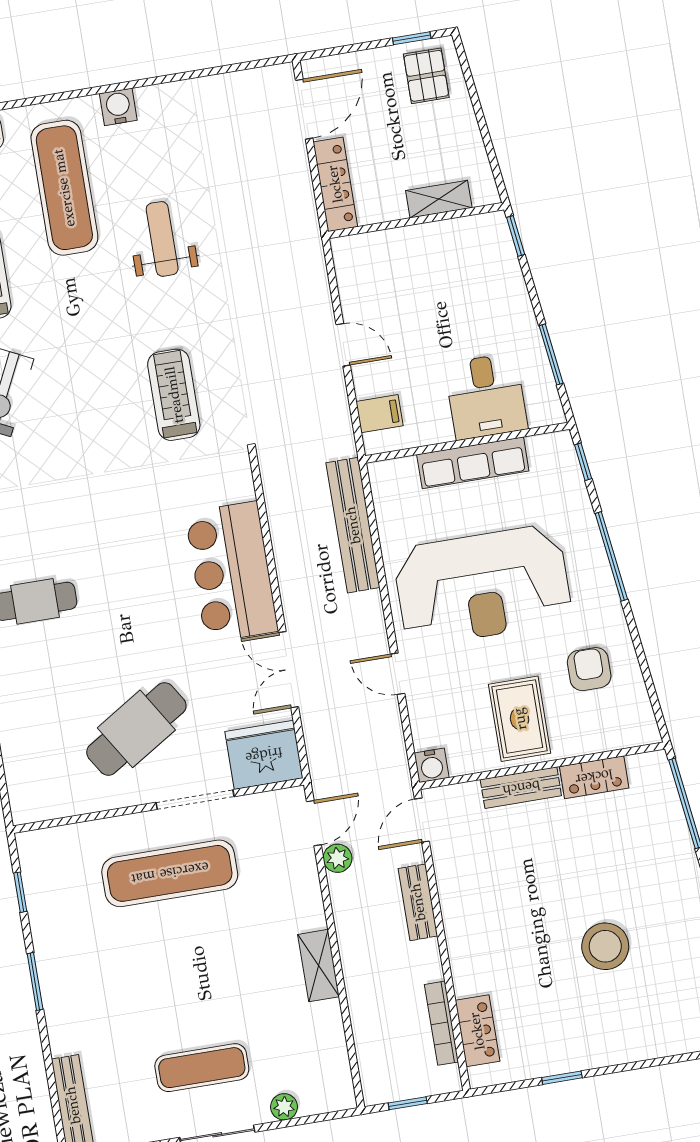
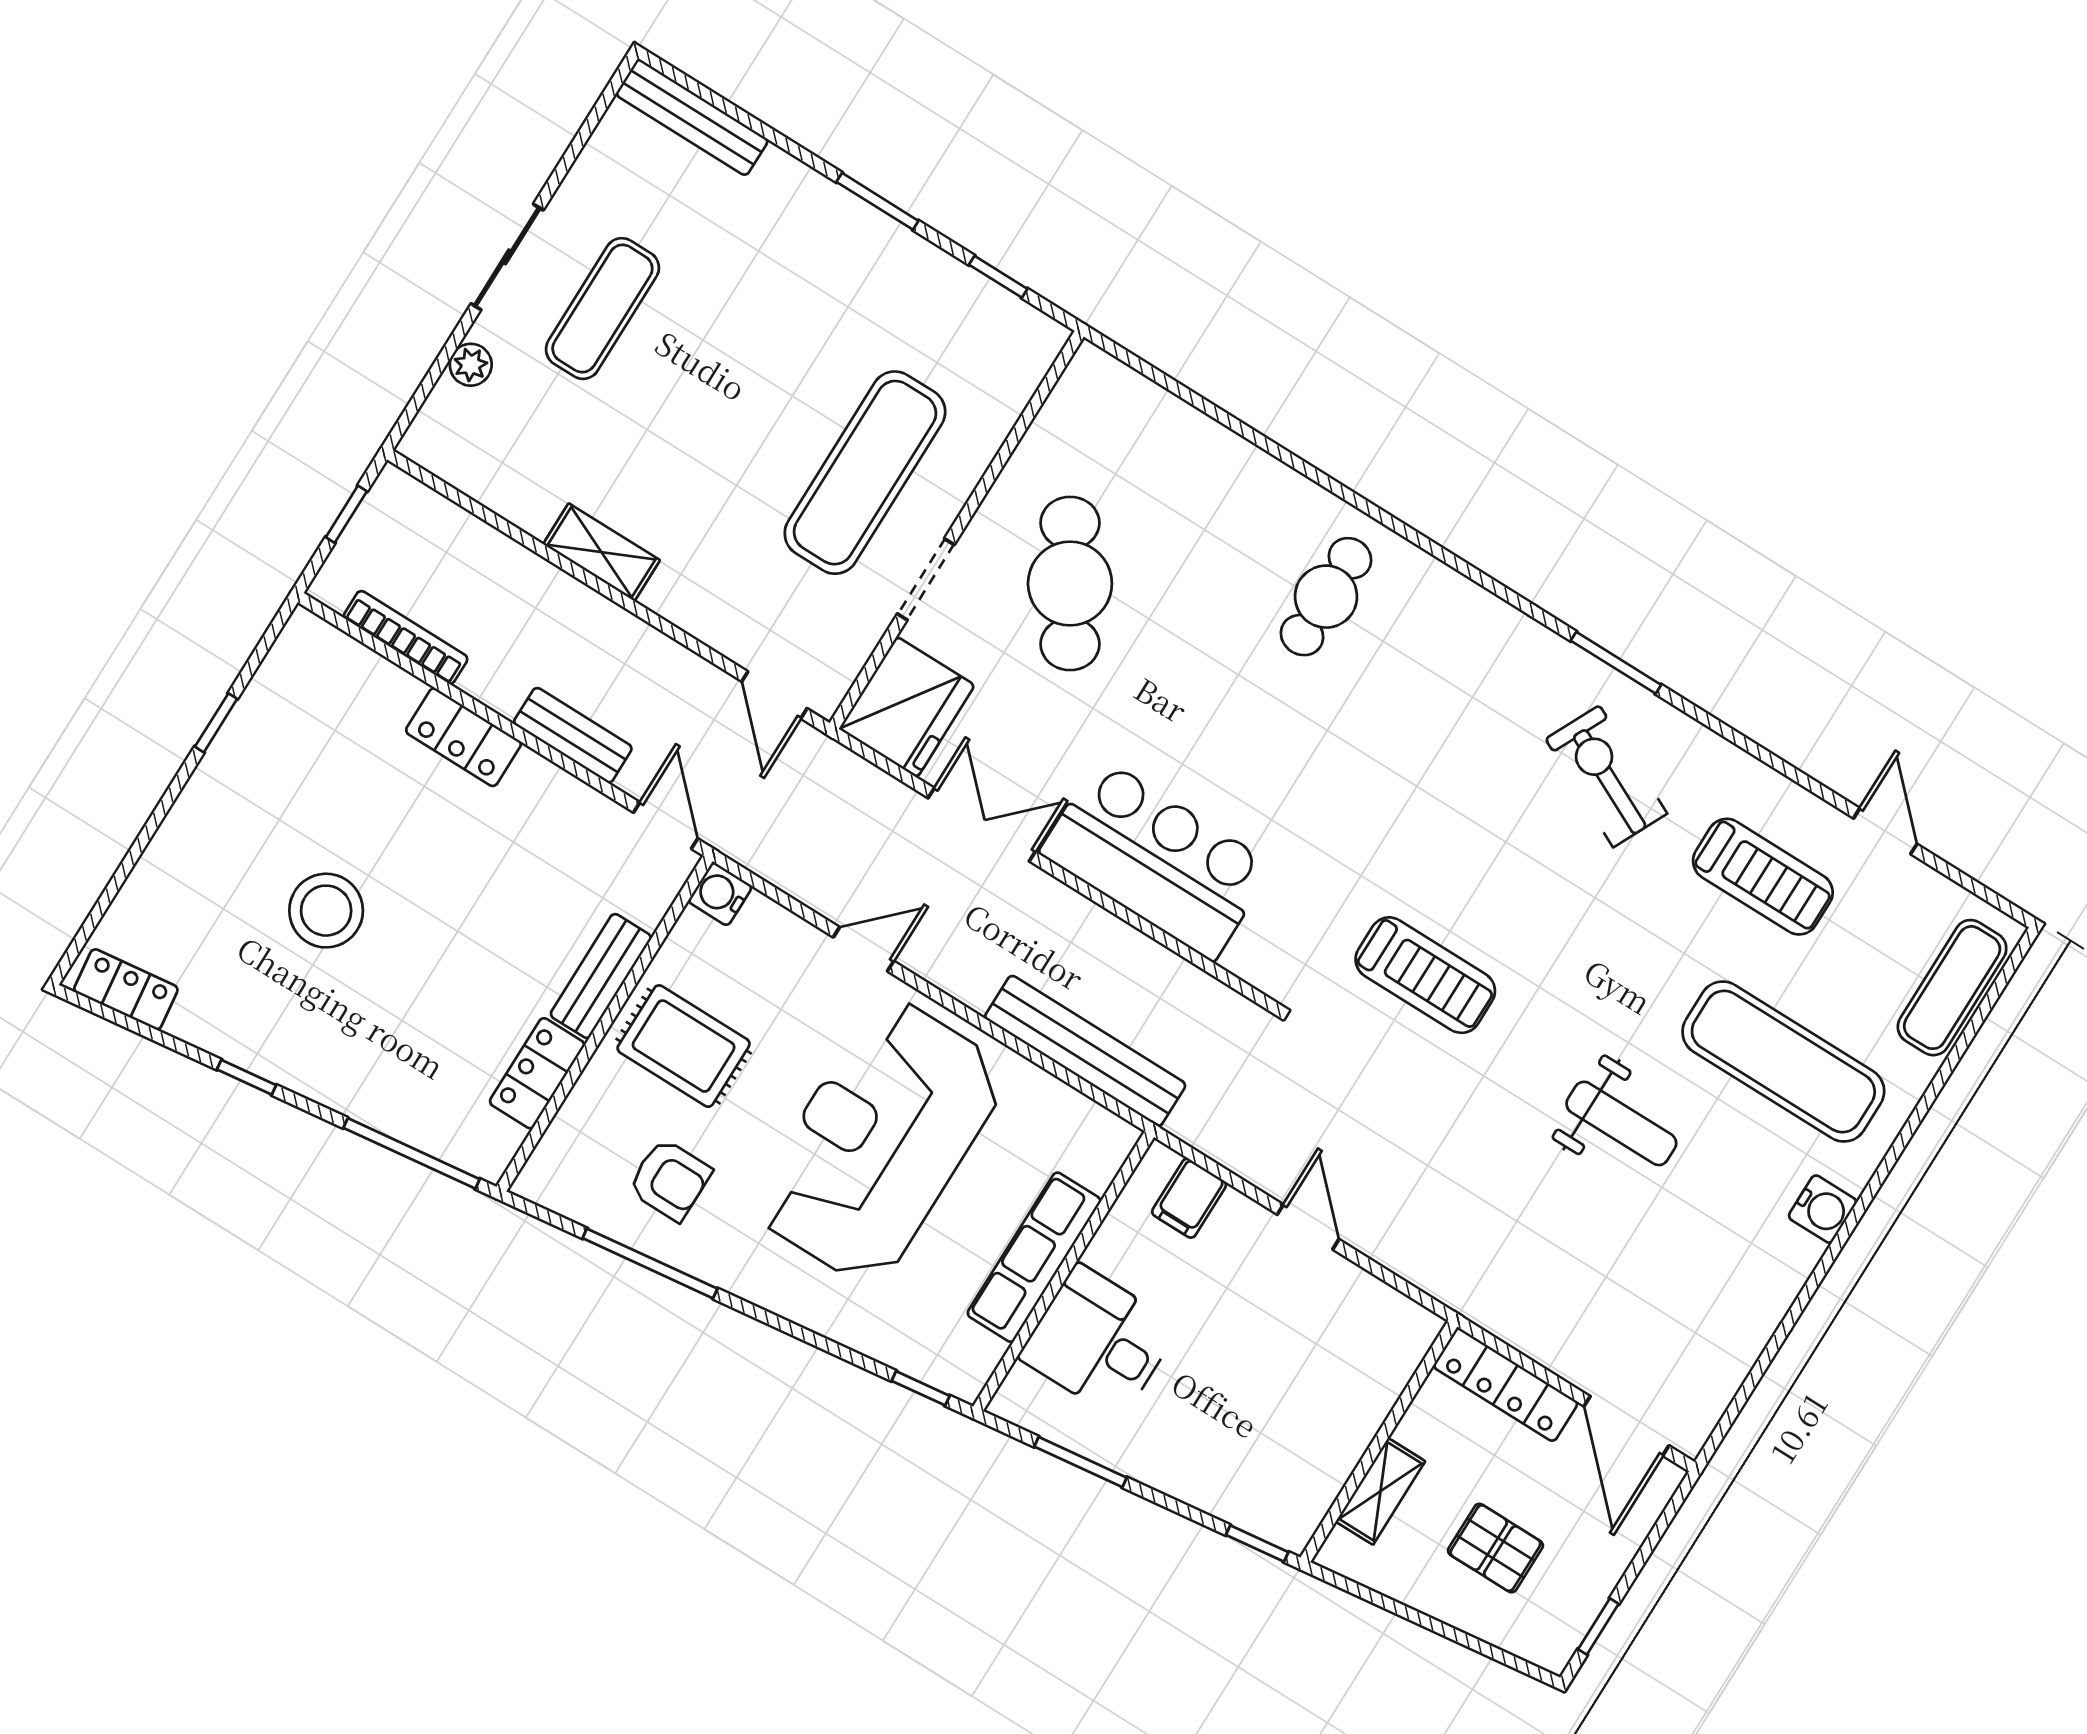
pallet: (426, 76) -> (1495, 1548), moved
door: (343, 345) -> (1308, 1227), swing flipped
window: (611, 556) -> (650, 1263), moved
doorway: (195, 800) -> (926, 579), width x0.73
plant: (338, 858) -> (708, 686), removed
locker: (477, 1031) -> (463, 737), moved

